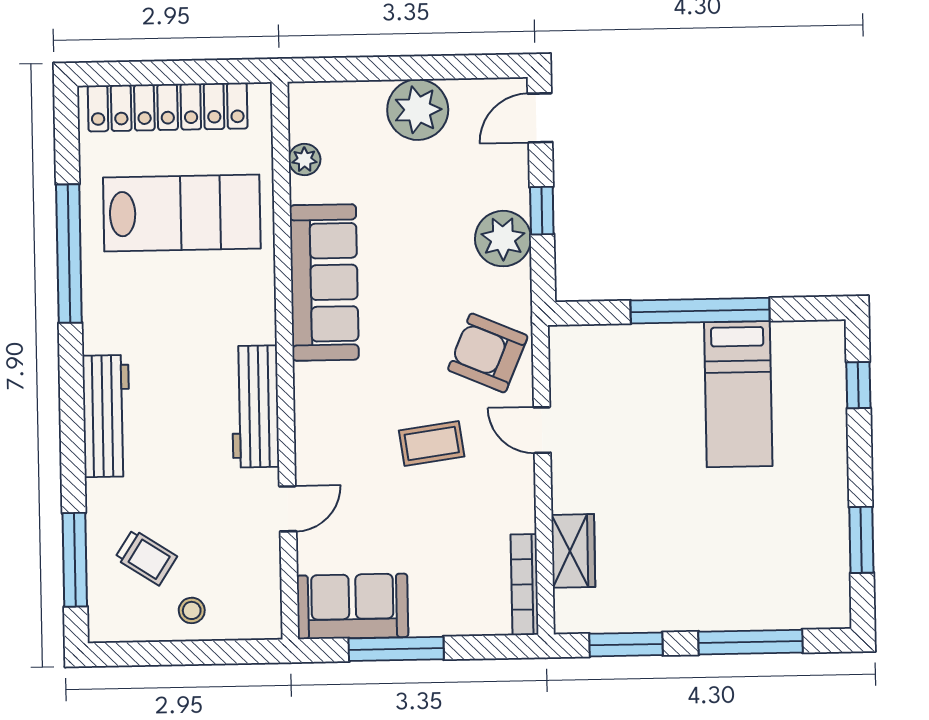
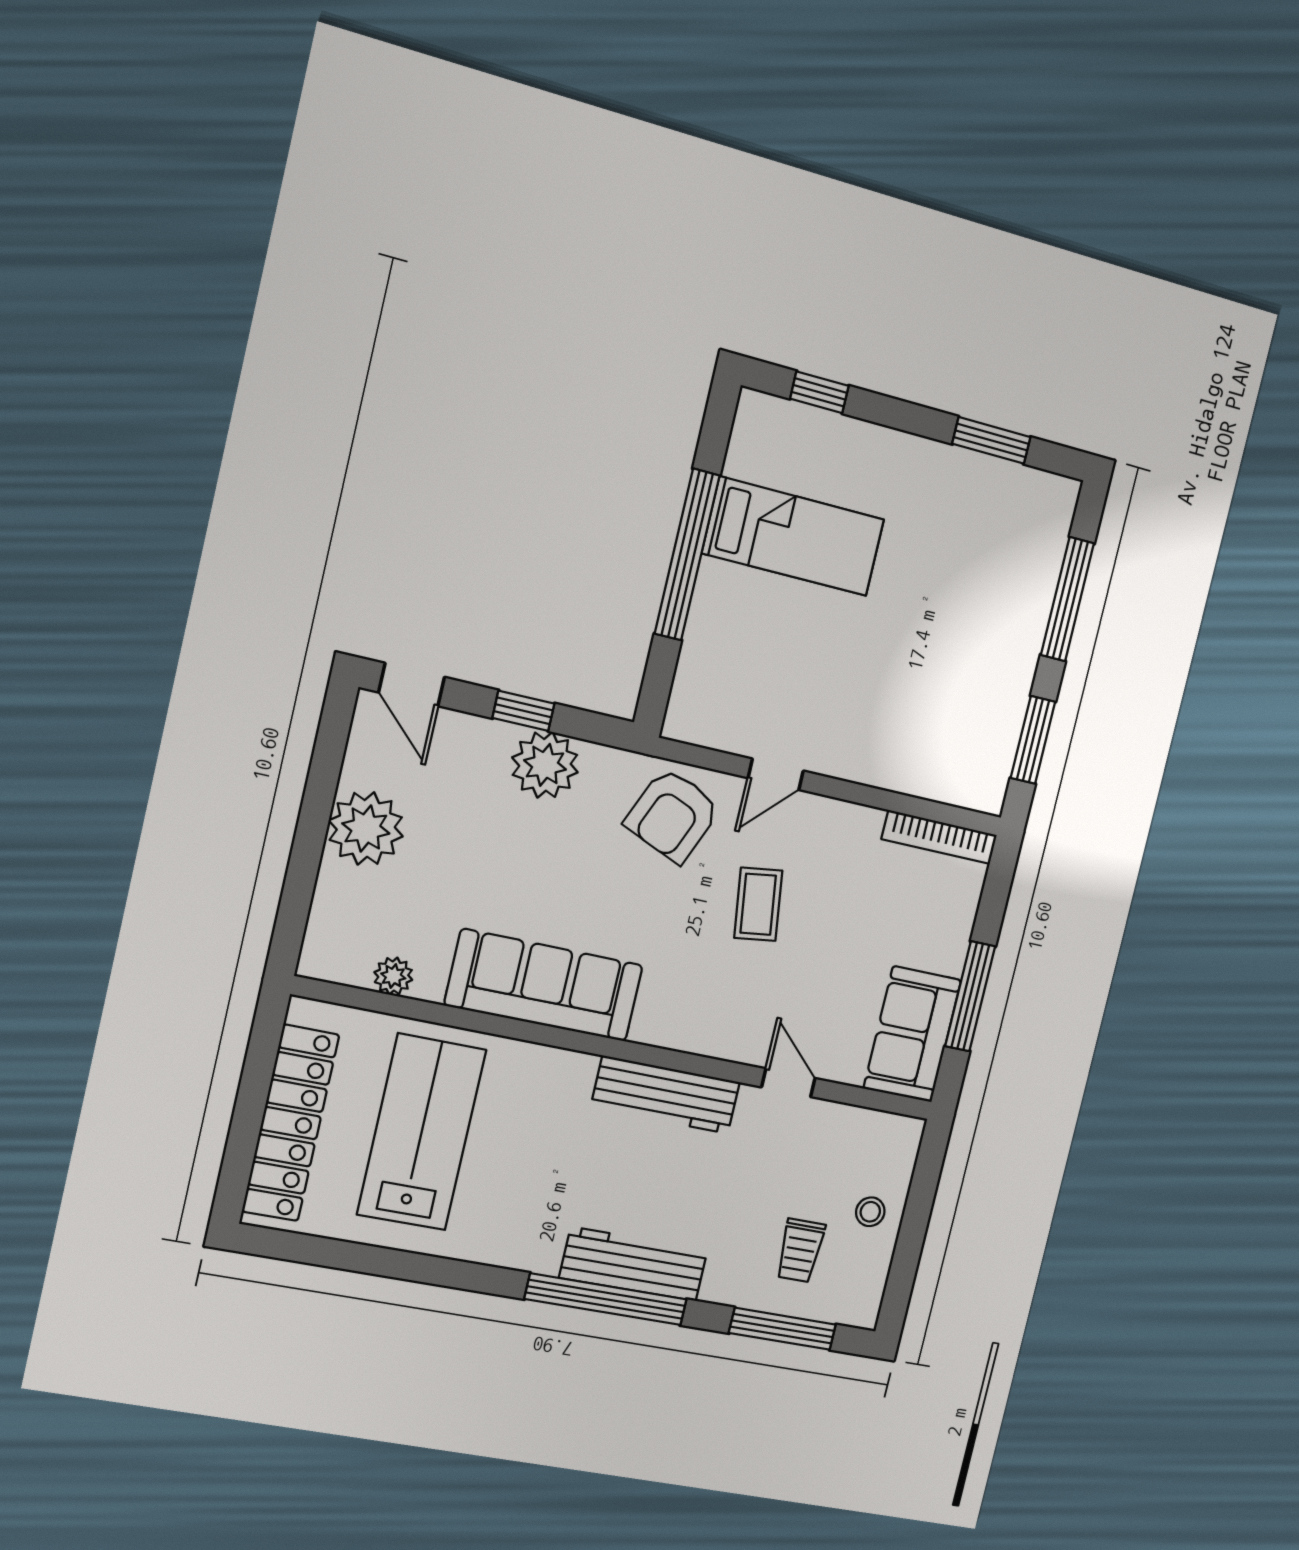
window: (69, 254) -> (606, 1299), moved
wardrobe: (573, 551) -> (918, 773), removed
trolley: (146, 557) -> (800, 1250), turned 147

